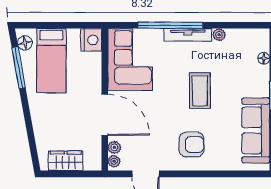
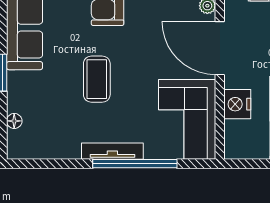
plant: (219, 35) -> (72, 151), removed
nightstand: (91, 40) -> (237, 104), moved

